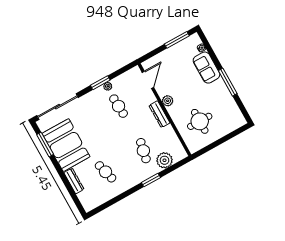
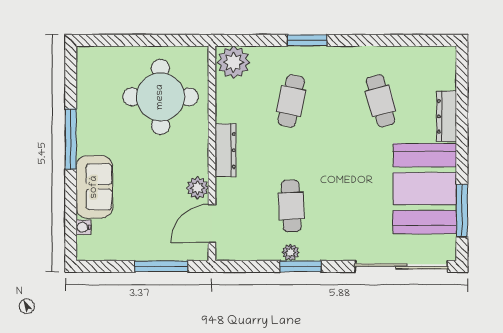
window: (177, 40) -> (161, 266), moved
plant: (168, 101) -> (198, 188), moved
round table: (200, 121) -> (160, 97), width x1.36, depth x1.36
plant: (165, 160) -> (234, 62), moved

